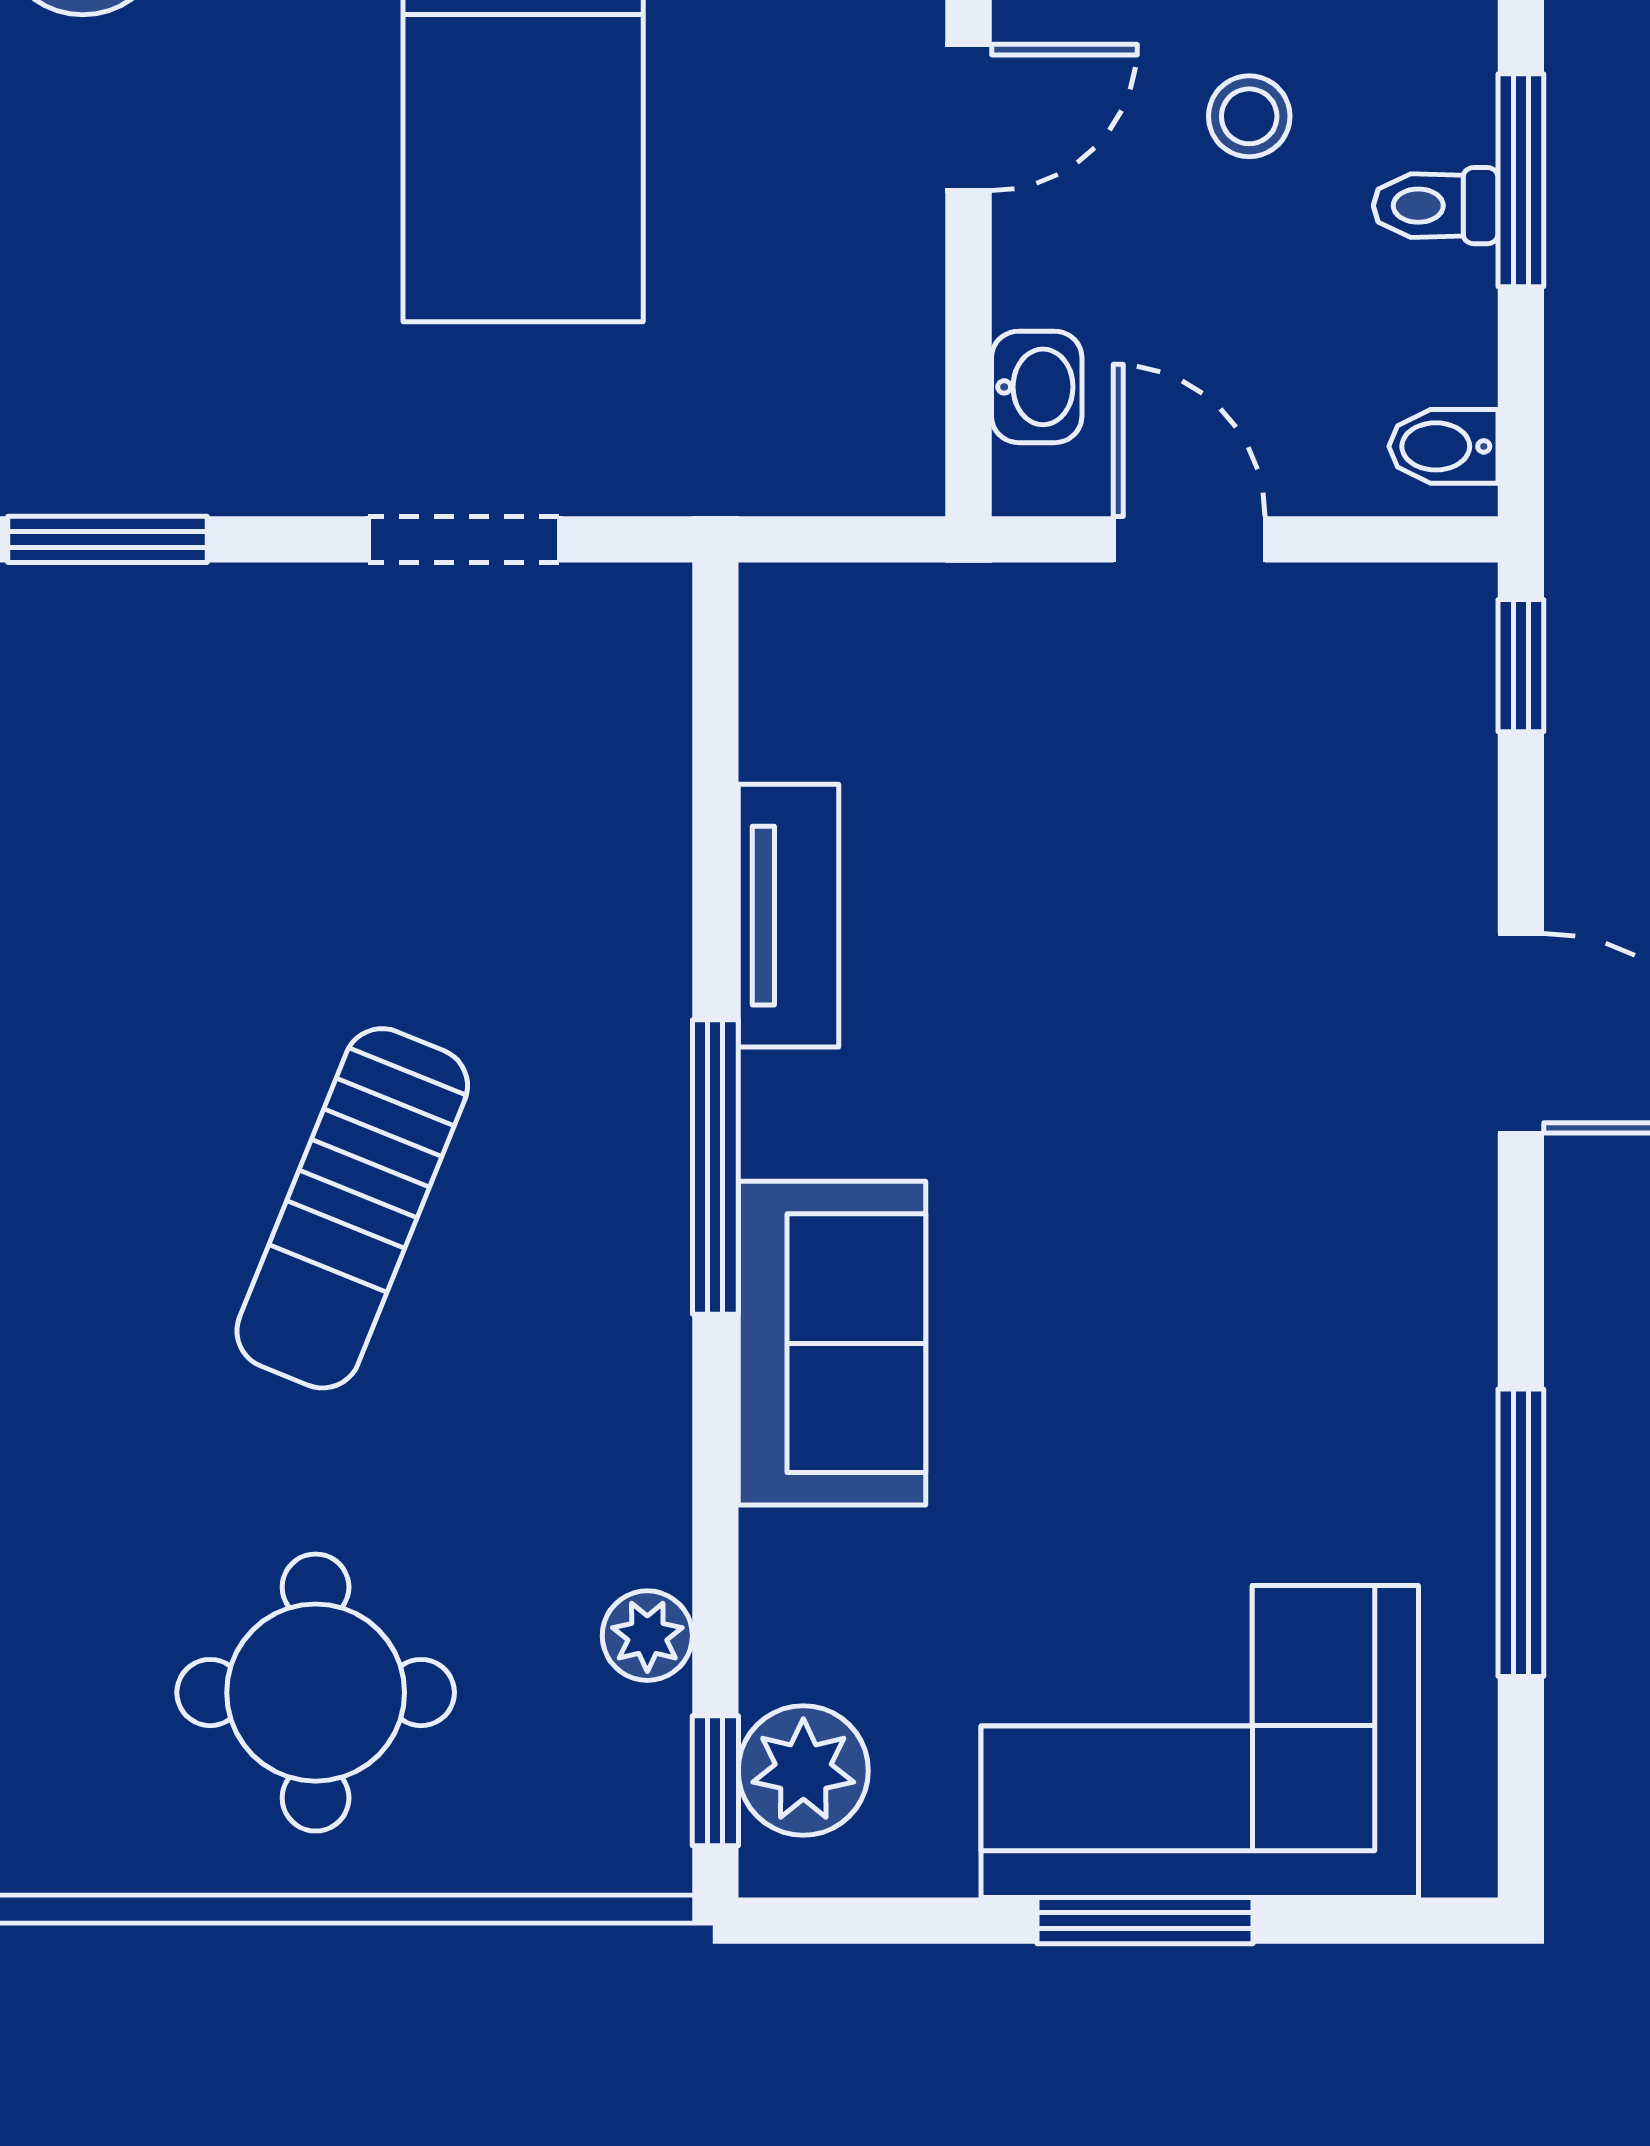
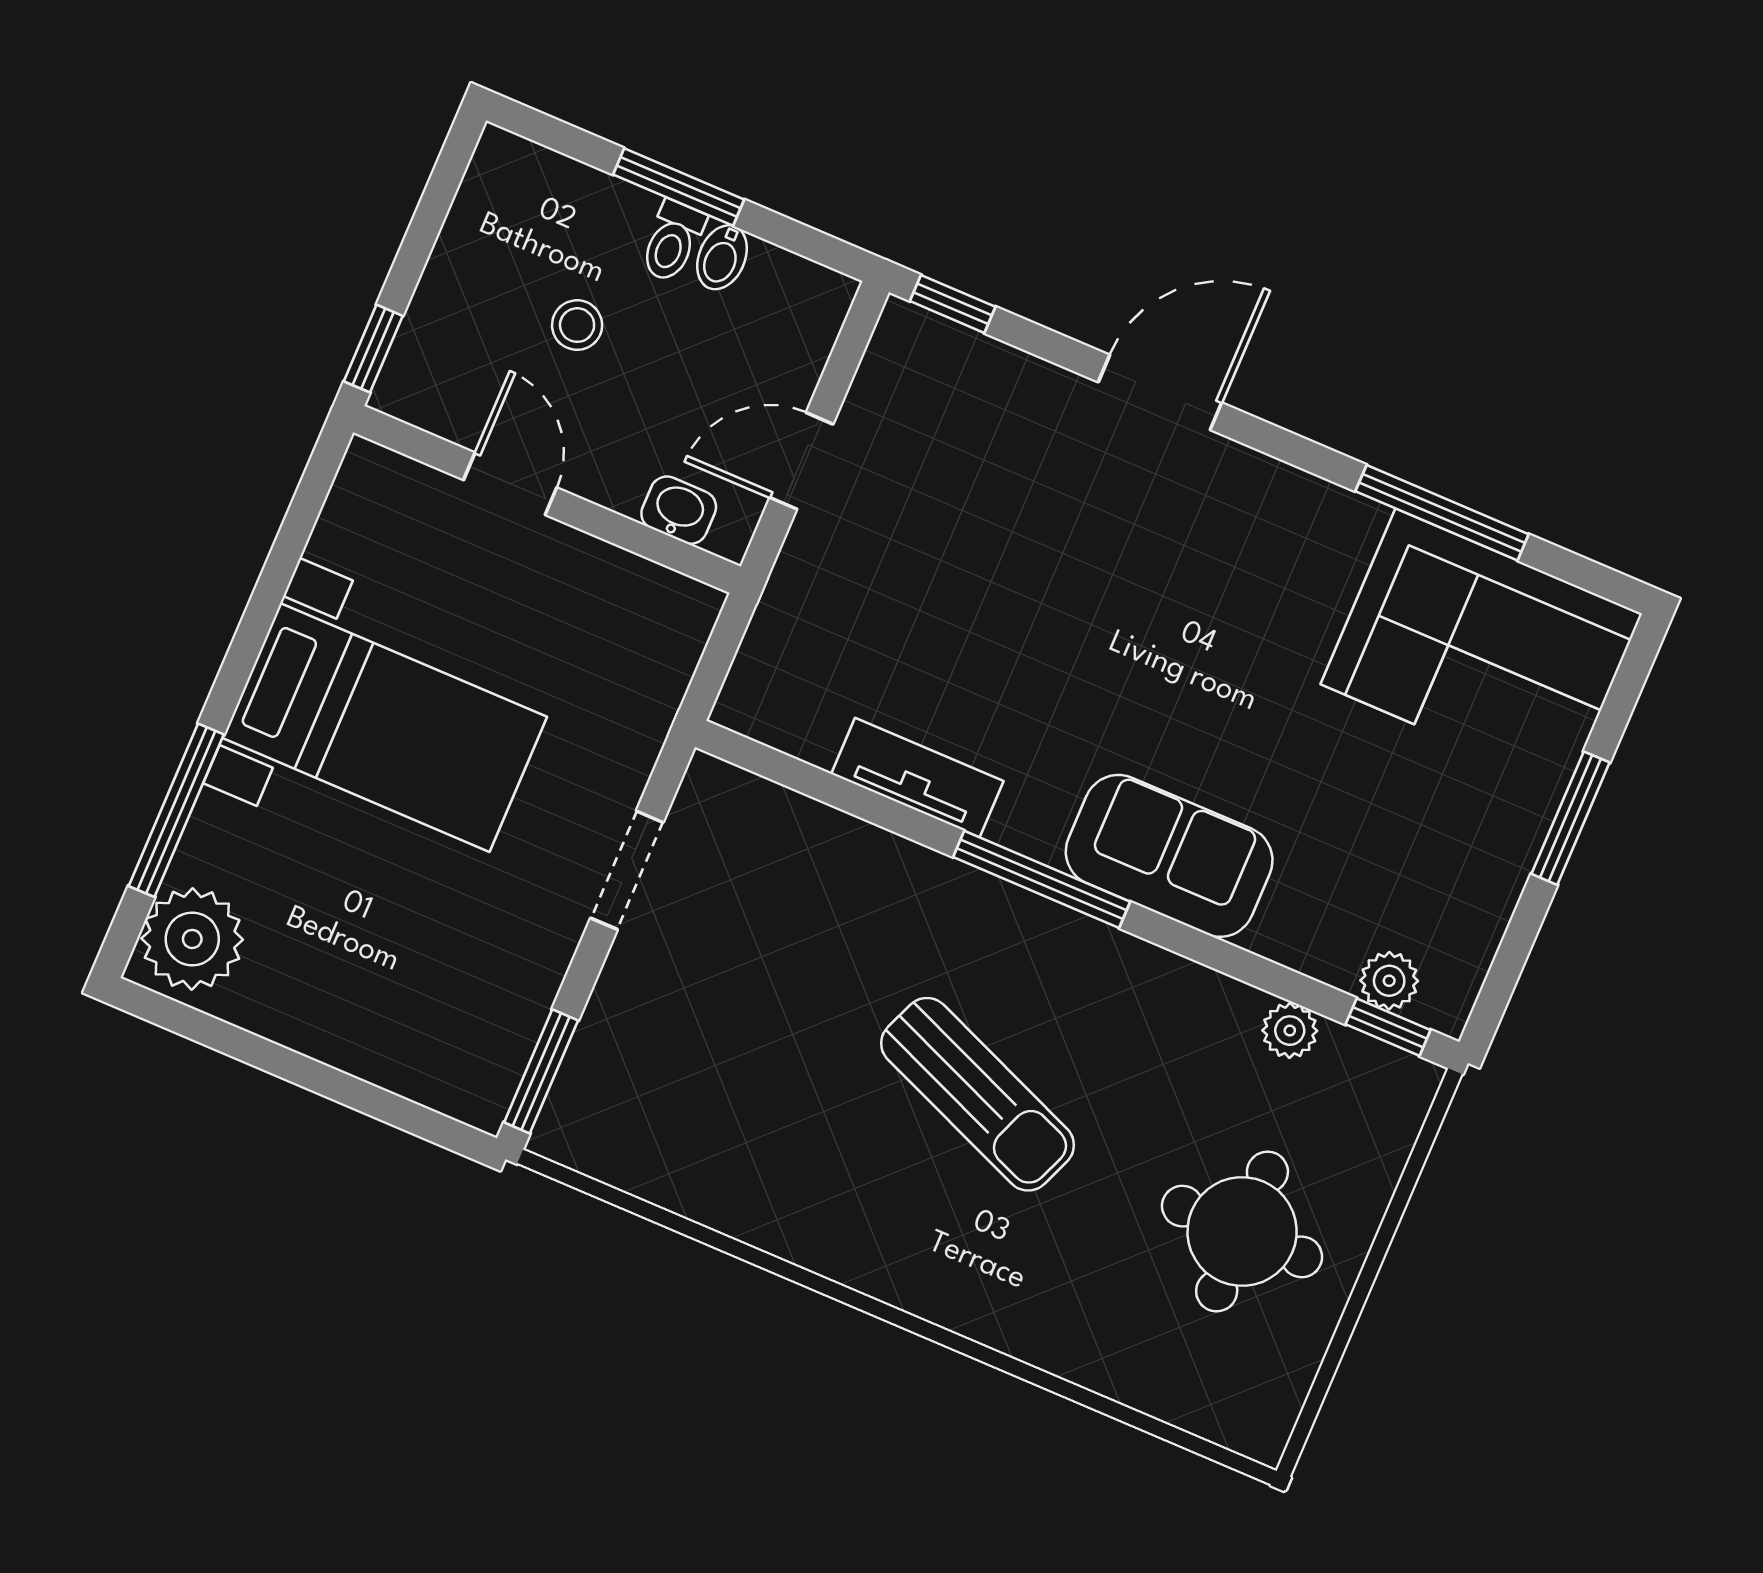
bidet: (1443, 446) -> (722, 257), moved
corner sofa: (1200, 1742) -> (1481, 649), moved, turned -90
plant: (803, 1771) -> (1389, 981), width x0.73, depth x0.73

